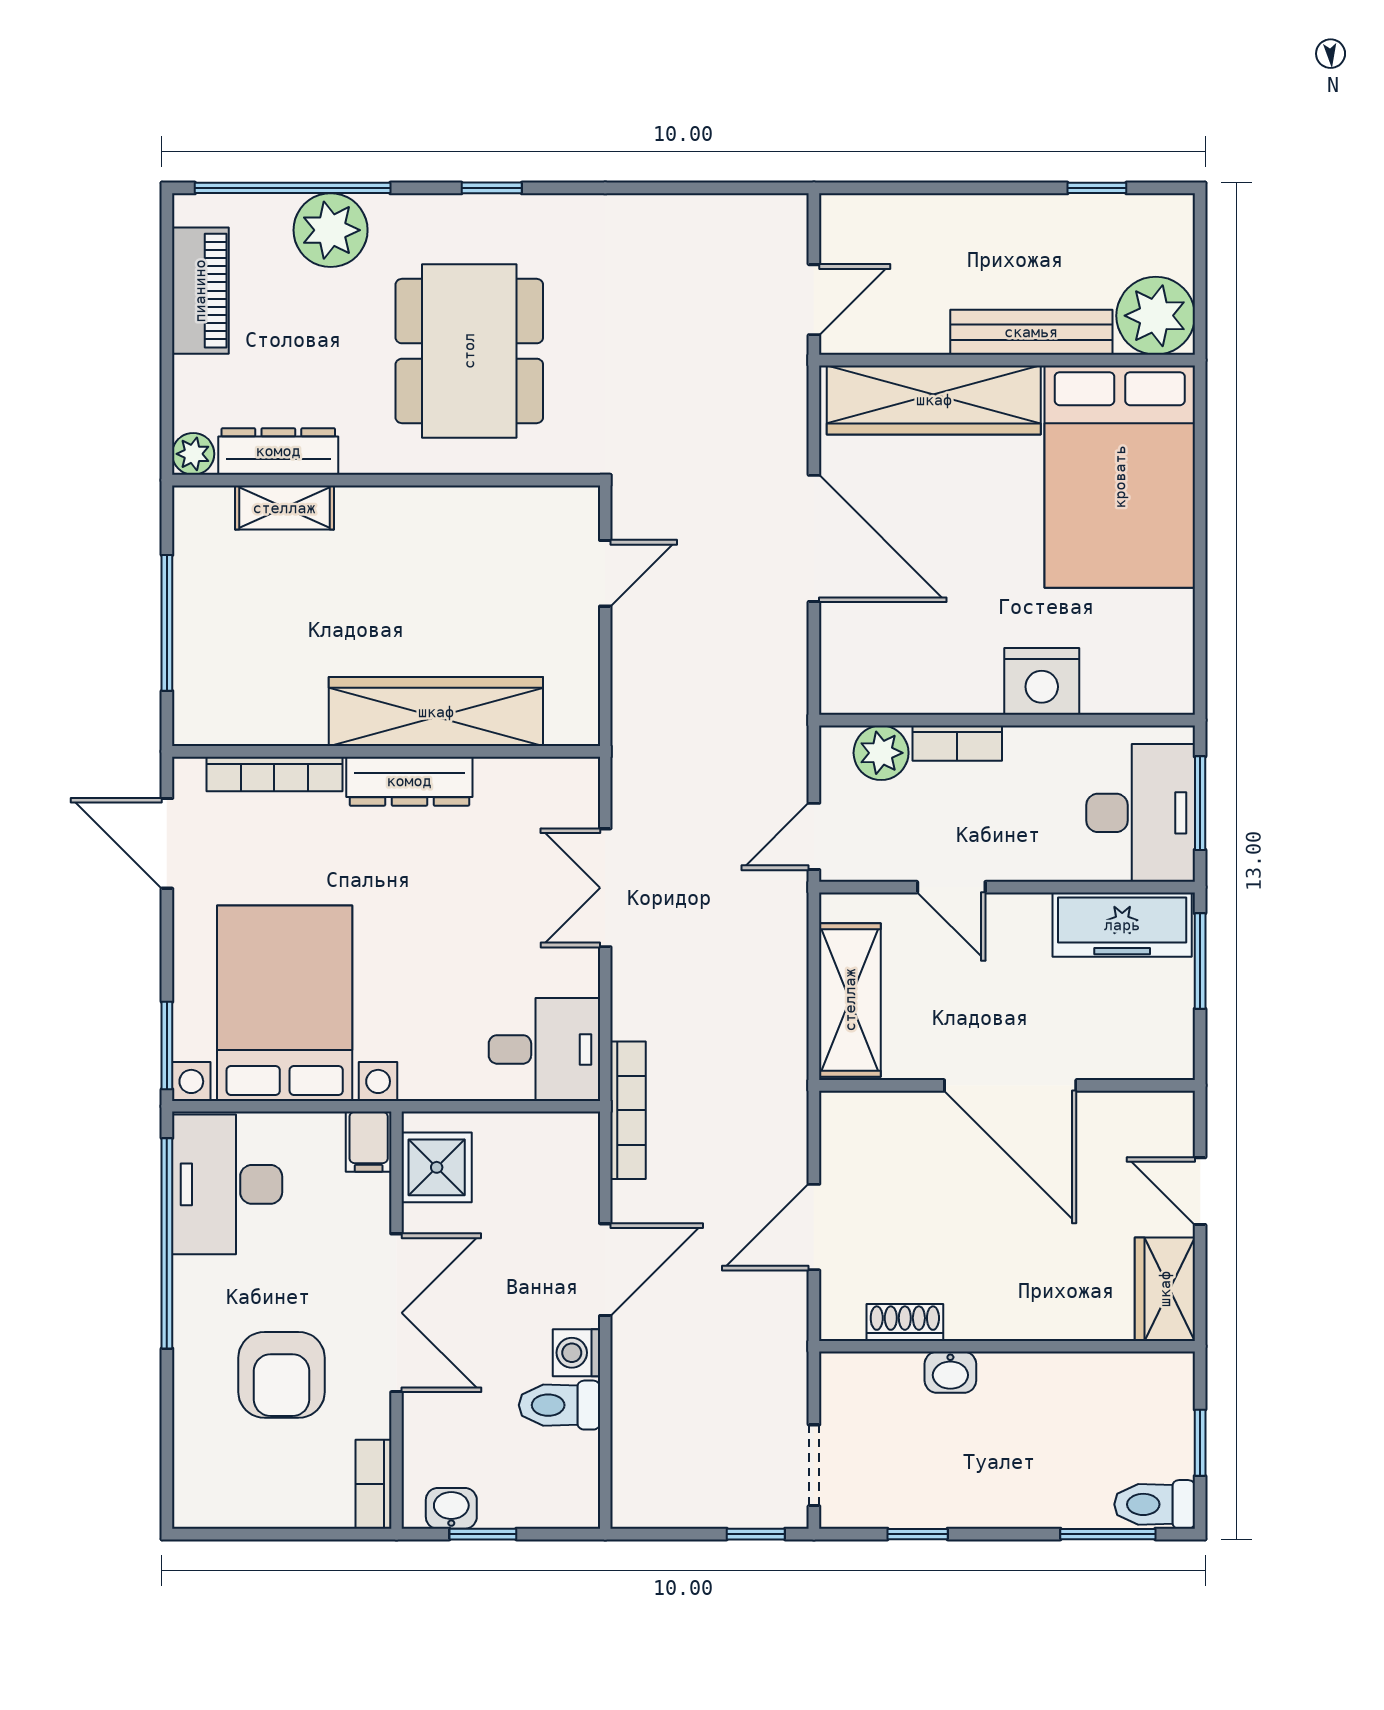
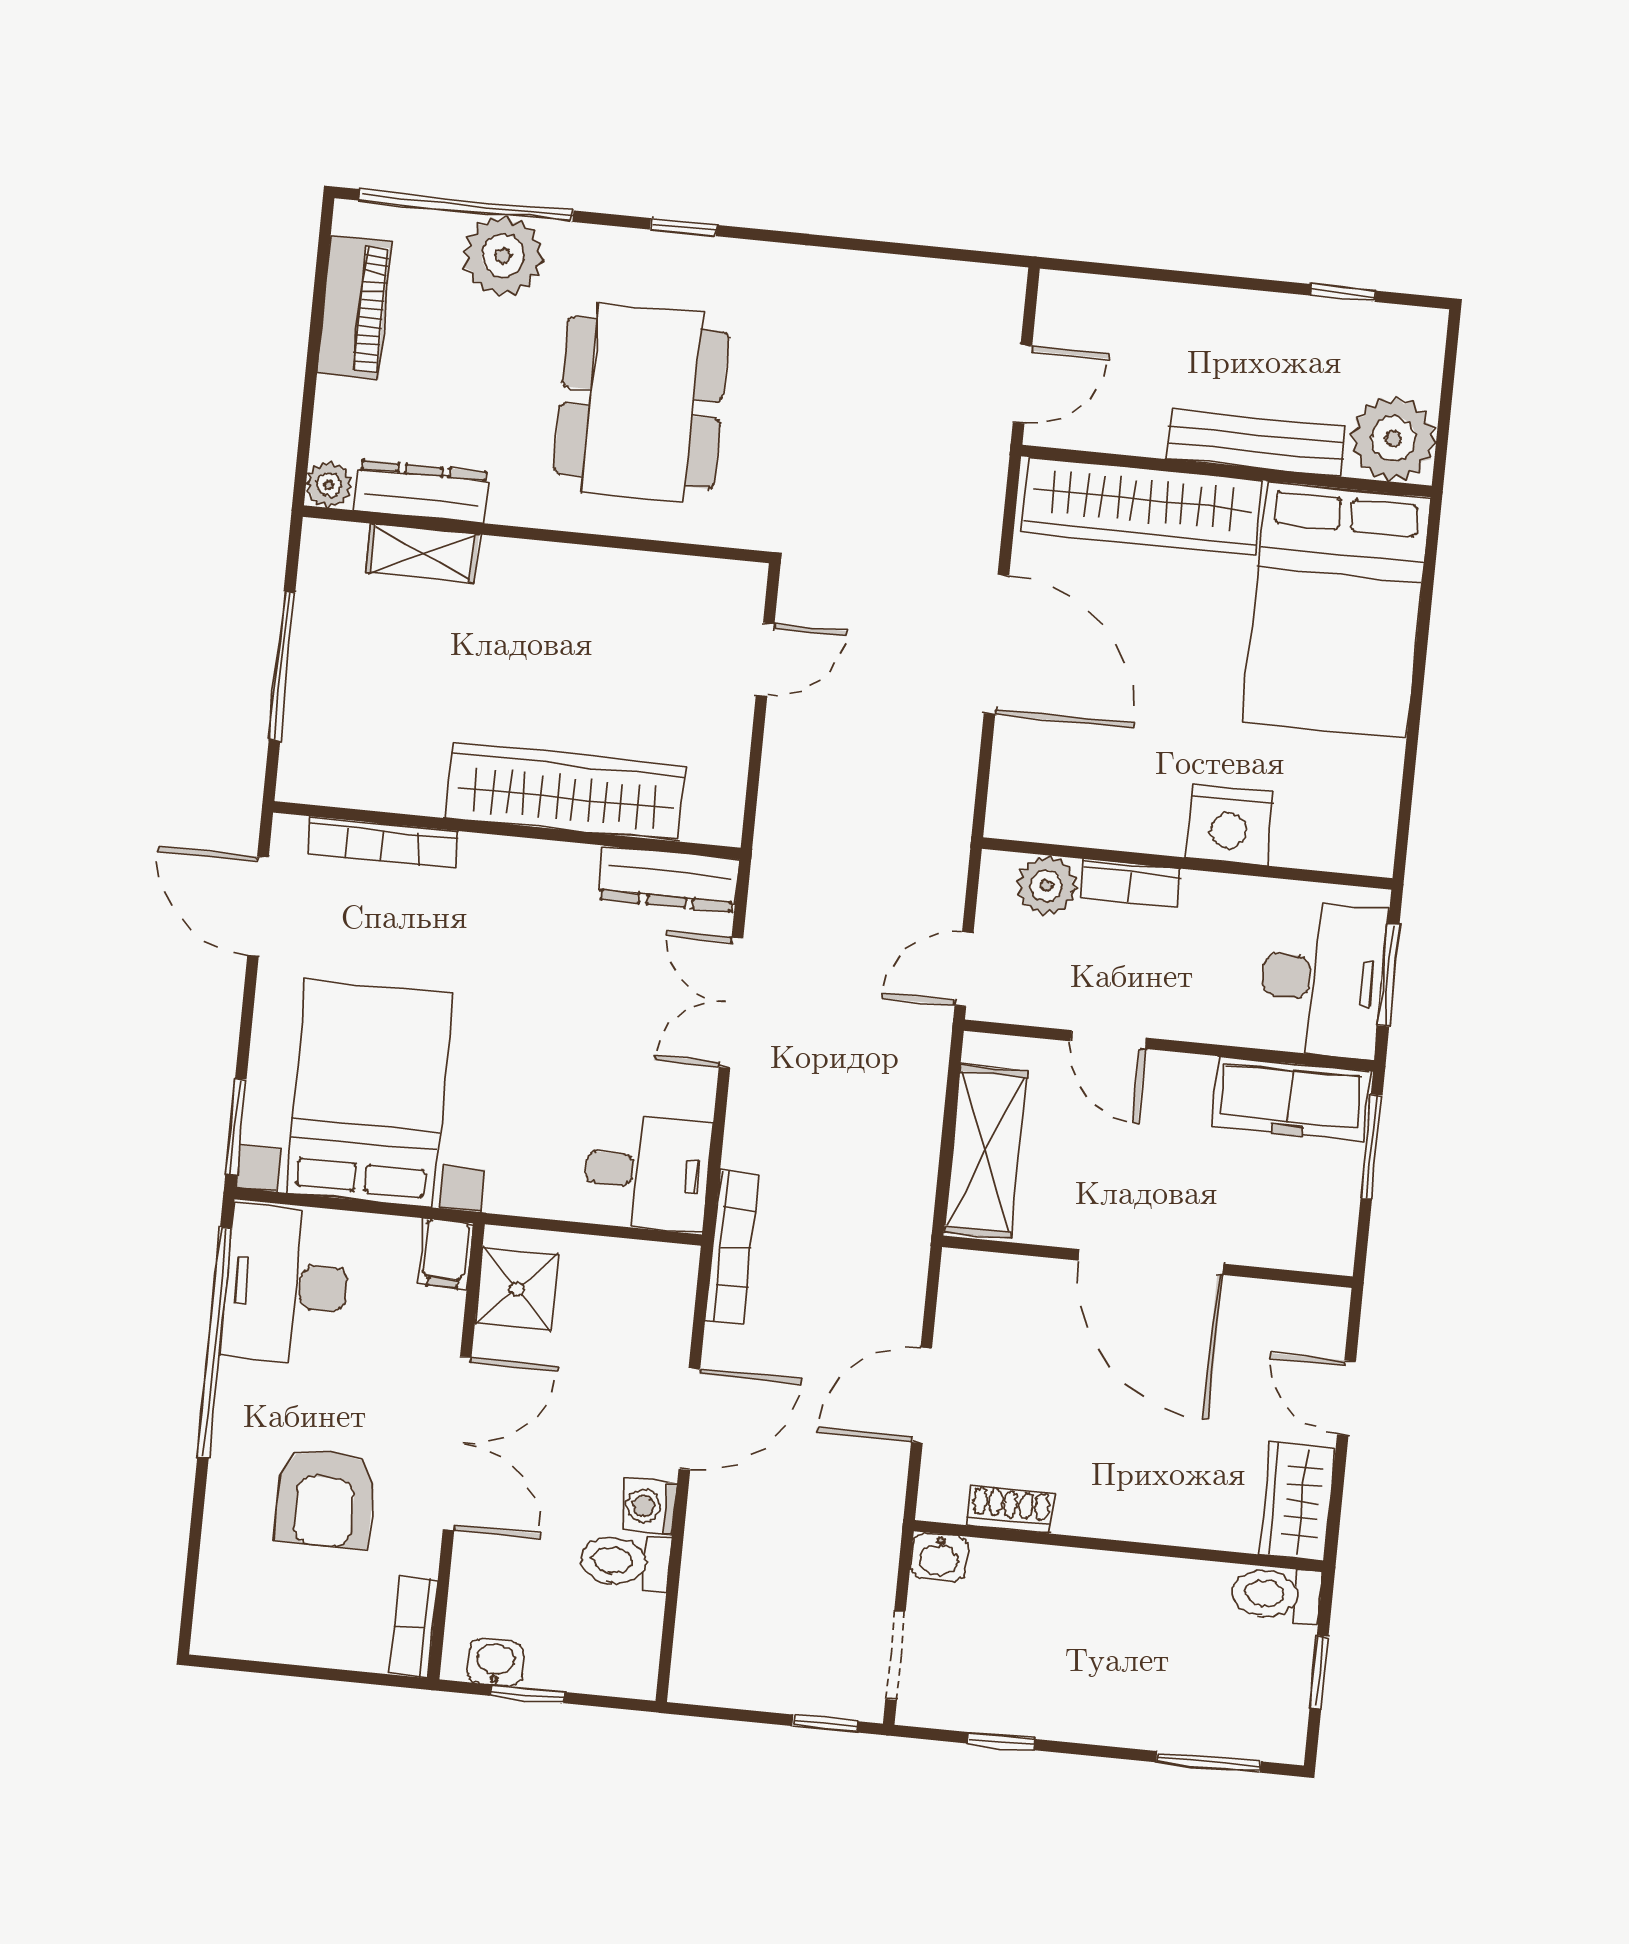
dresser: (409, 781) -> (668, 879), moved
washbasin: (950, 1372) -> (939, 1557), moved
toilet: (1155, 1504) -> (1277, 1595), moved

